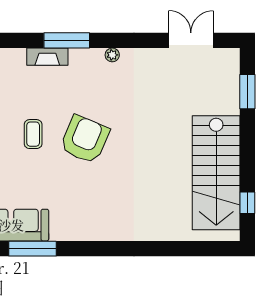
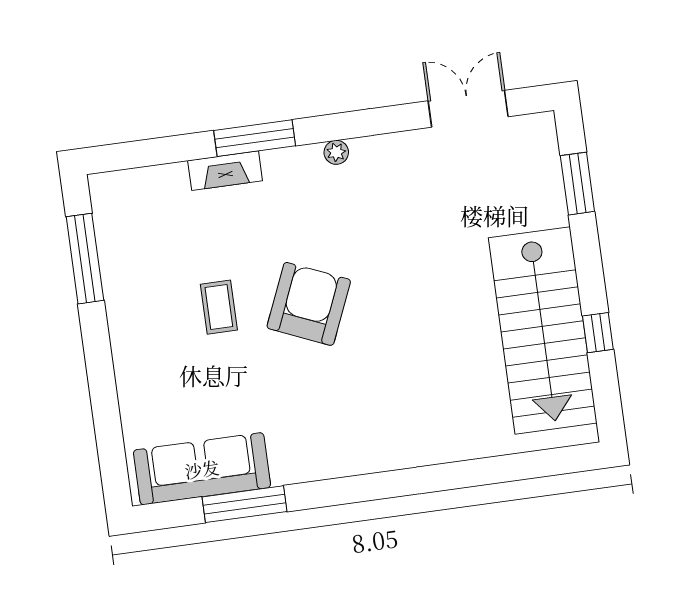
window: (247, 203) -> (598, 333), moved

